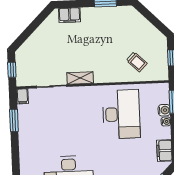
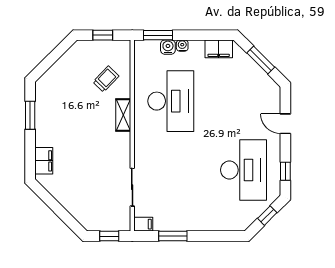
shelving: (80, 78) -> (123, 115), moved
desk: (121, 114) -> (171, 101), turned 90

